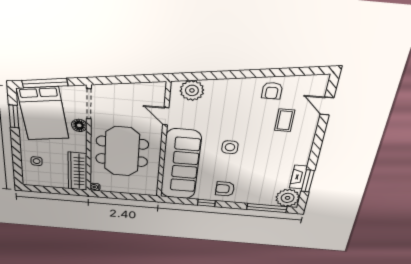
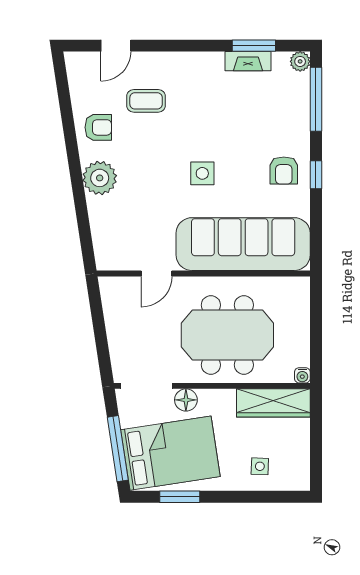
plant: (192, 90) -> (100, 178), moved
plant: (288, 198) -> (300, 61), width x0.53, depth x0.53
window: (206, 203) -> (316, 175), moved

